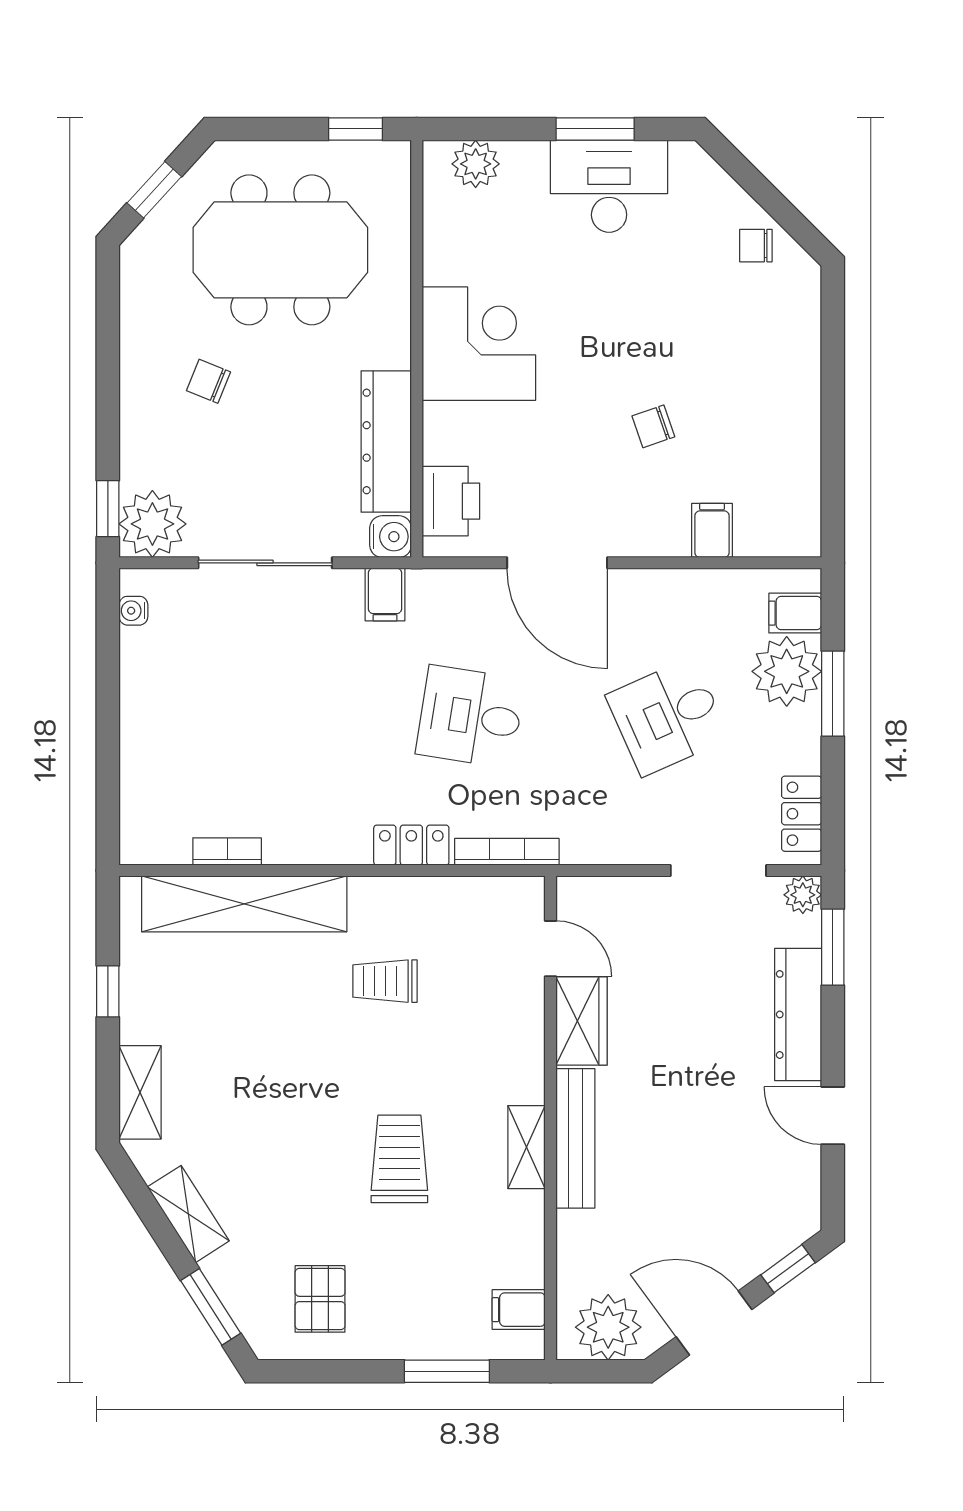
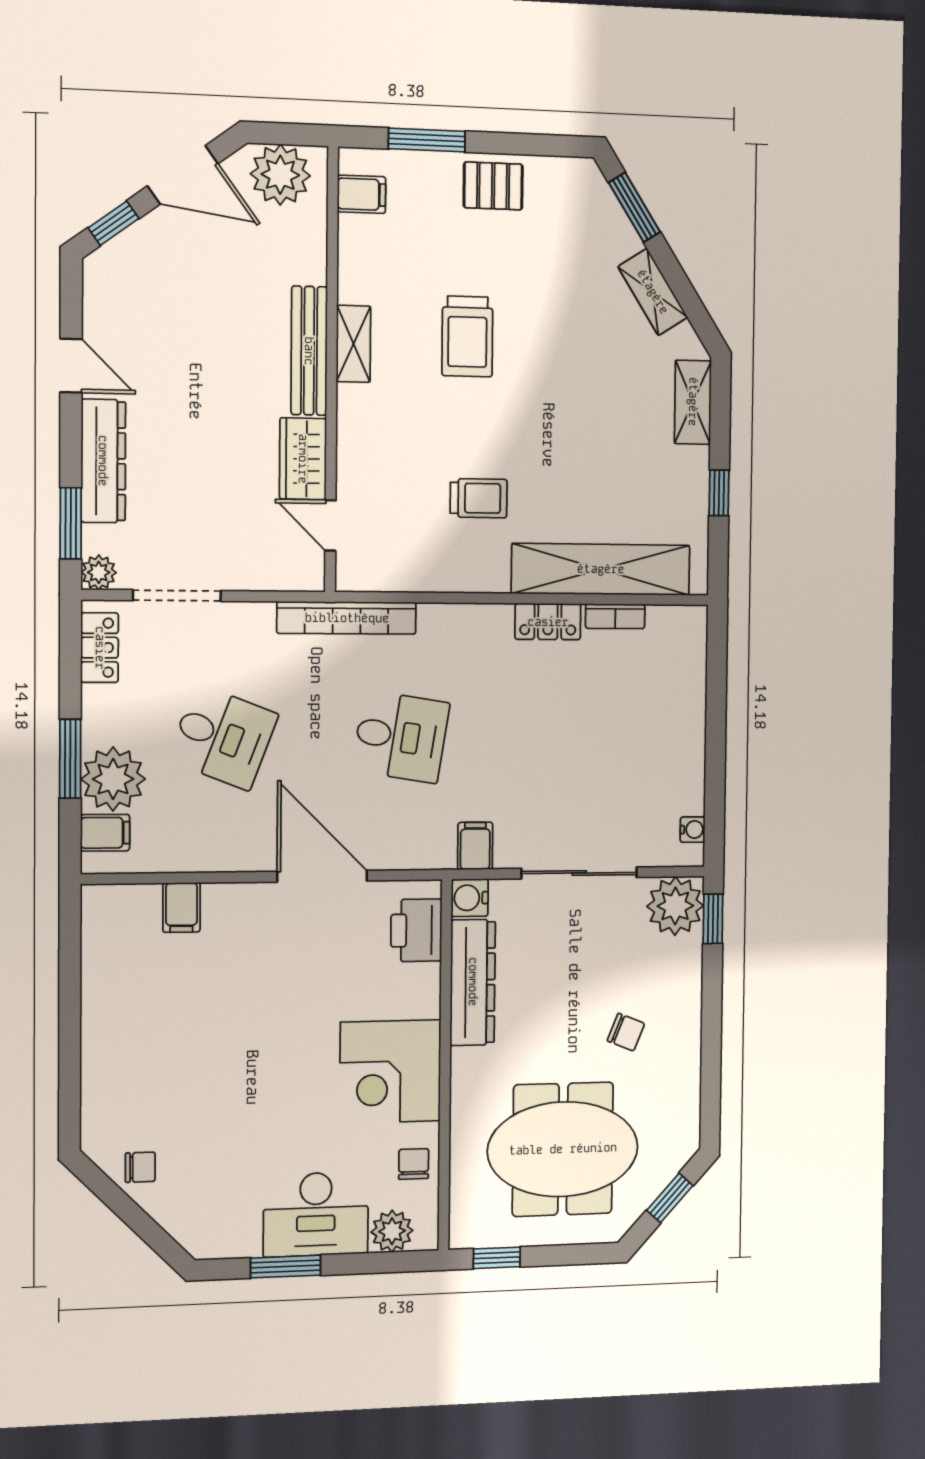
desk: (609, 186) -> (316, 1214), moved
chair: (653, 426) -> (414, 1164), moved, turned -71
desk: (668, 717) -> (223, 737), turned 45
locker: (411, 845) -> (548, 622), moved
bookcase: (507, 852) -> (347, 618), width x1.48, depth x1.31
pallet: (320, 1299) -> (493, 186), moved, turned 90

